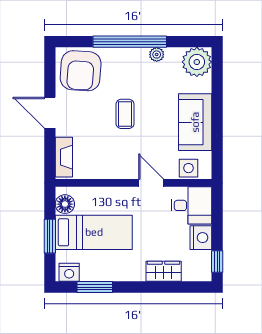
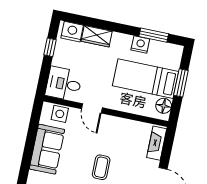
nightstand: (201, 238) -> (72, 32), moved, turned 90
window: (217, 261) -> (50, 47), moved
nightstand: (69, 272) -> (140, 45), moved

